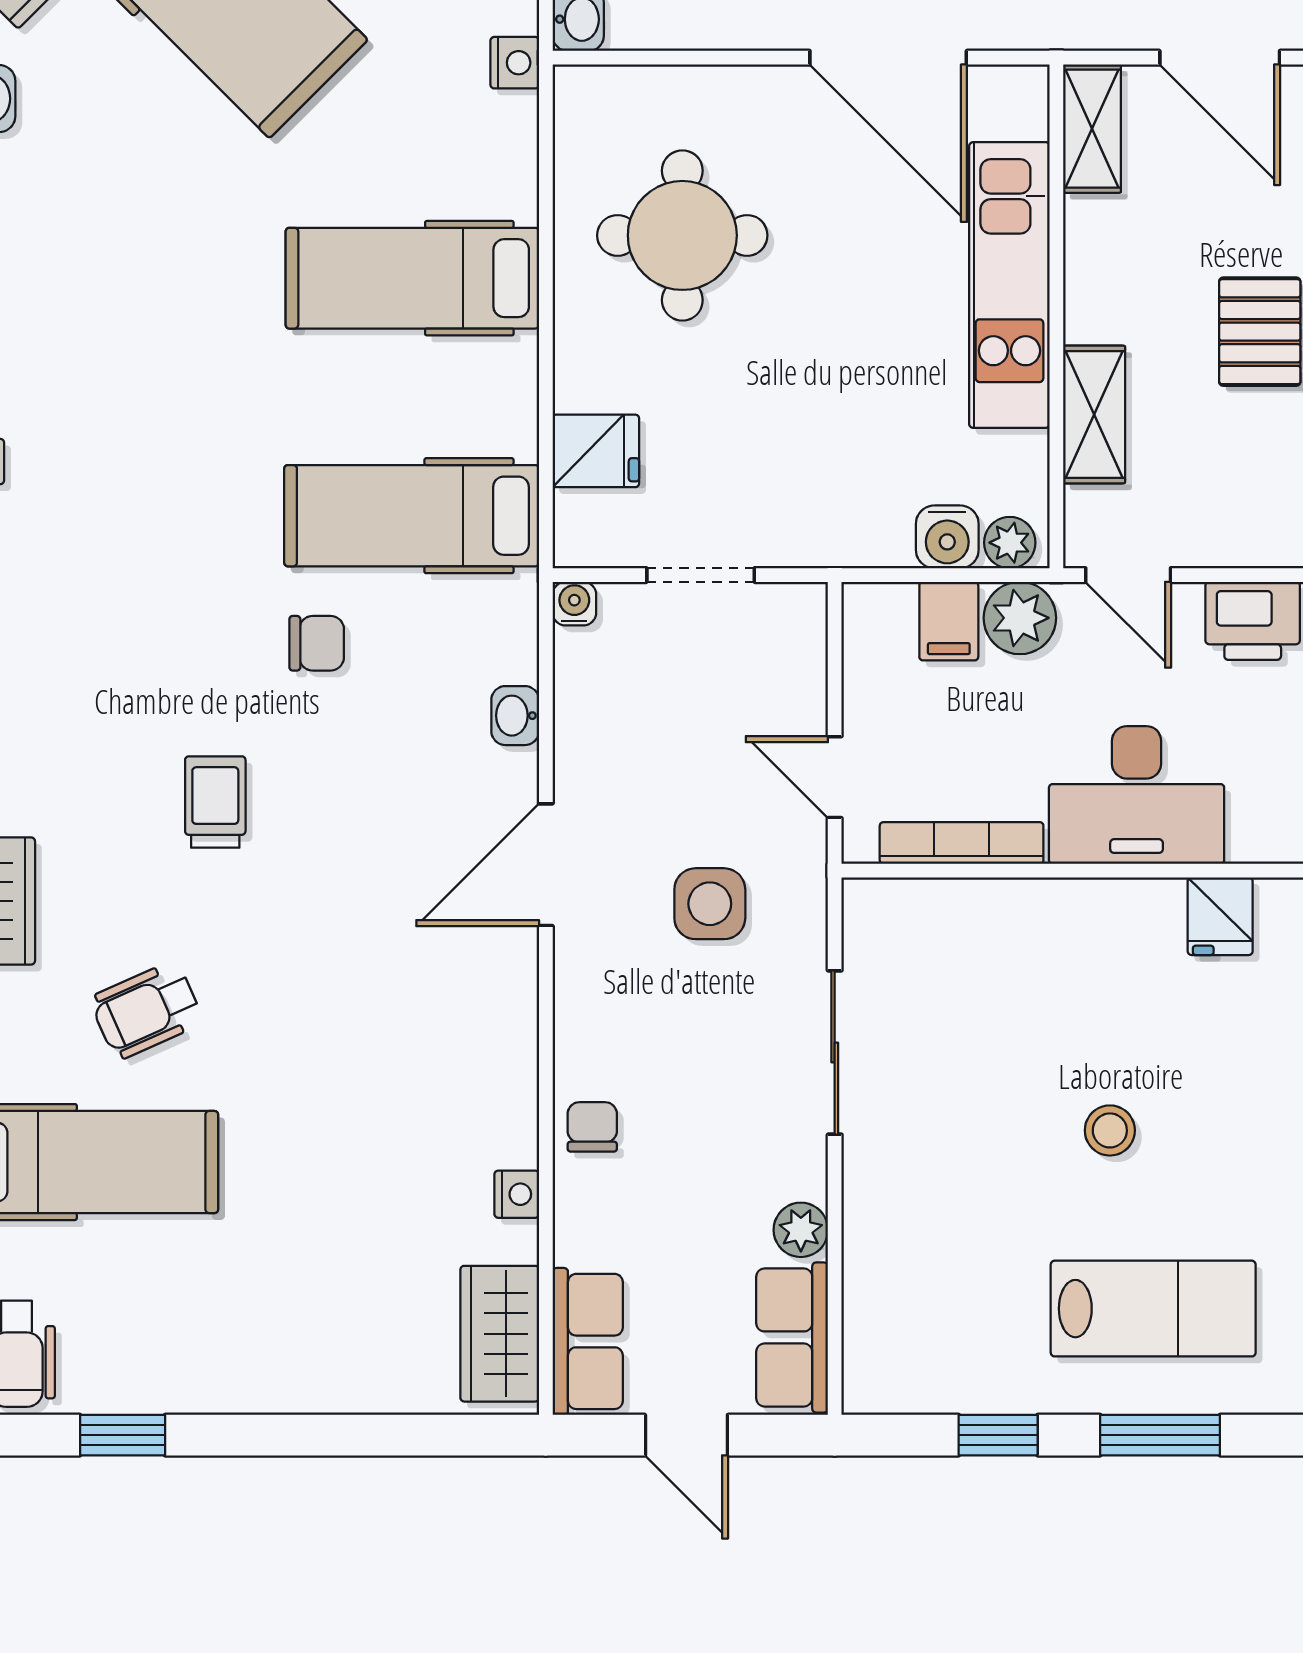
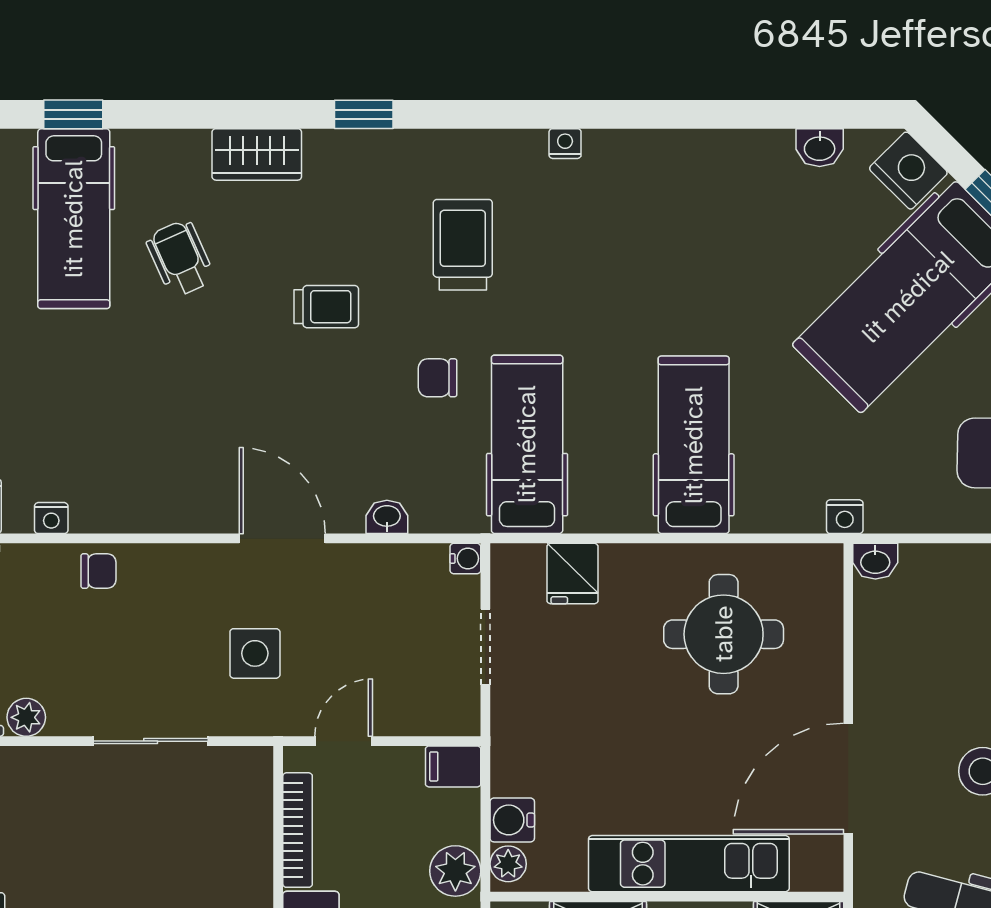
trolley: (127, 607) -> (463, 245), added
filing cabinet: (949, 621) -> (453, 766), moved
chair: (317, 643) -> (438, 378), turned 90

